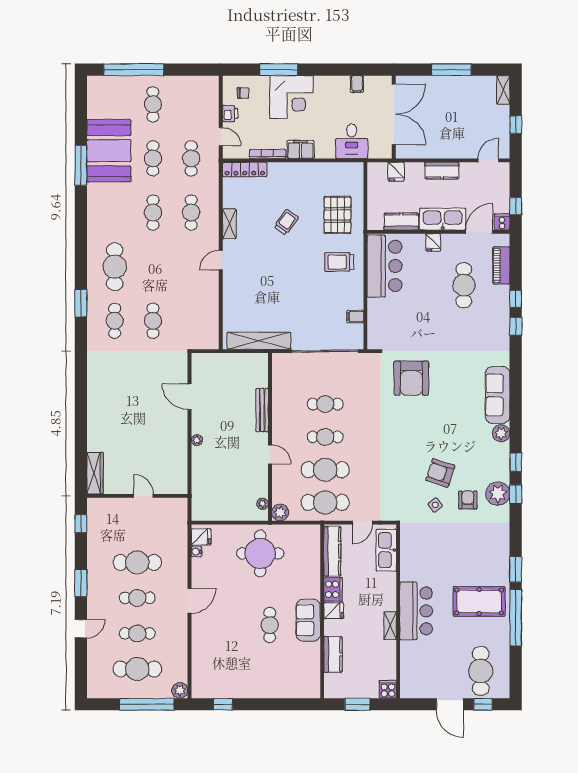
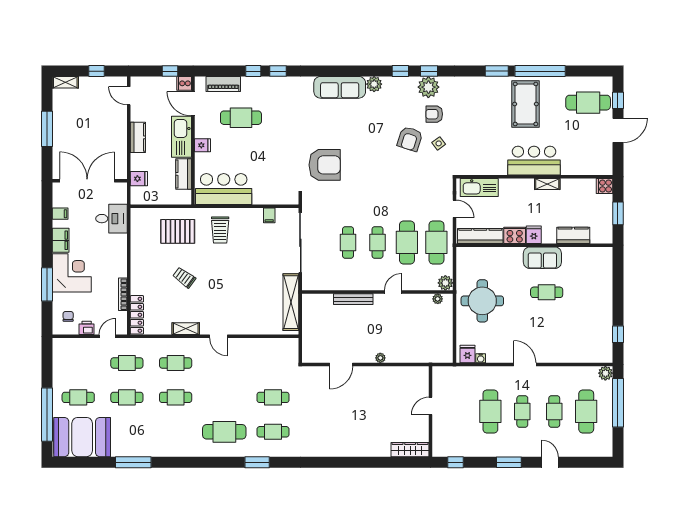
filing cabinet: (301, 149) -> (61, 240), moved, turned 180
booth: (109, 151) -> (82, 437), moved

